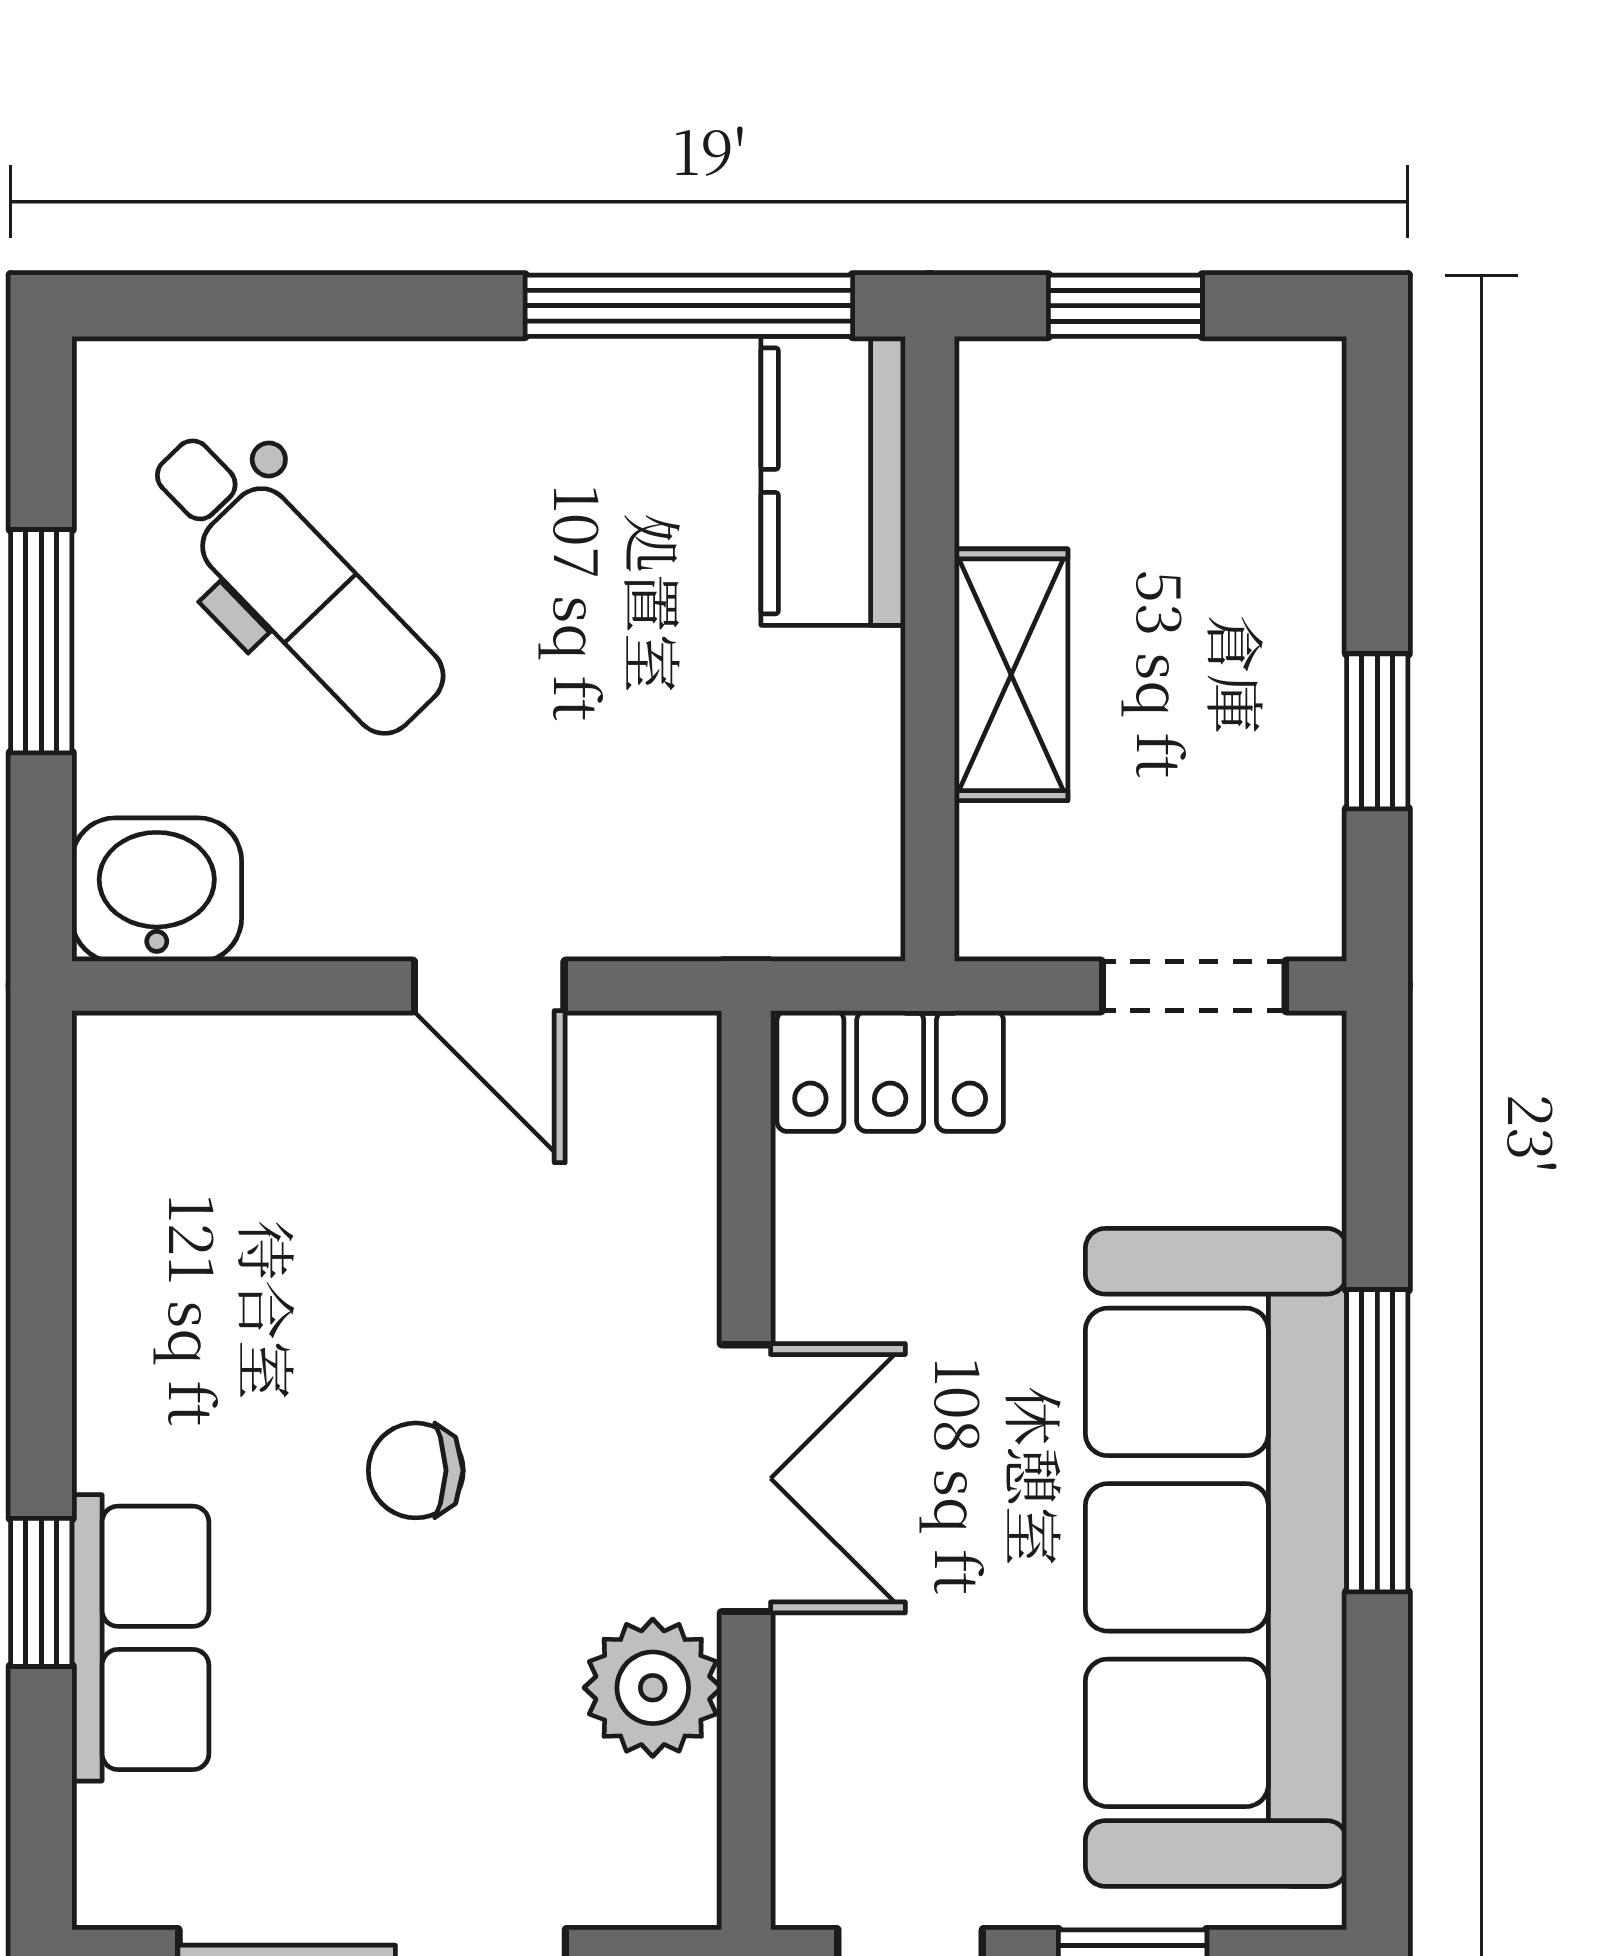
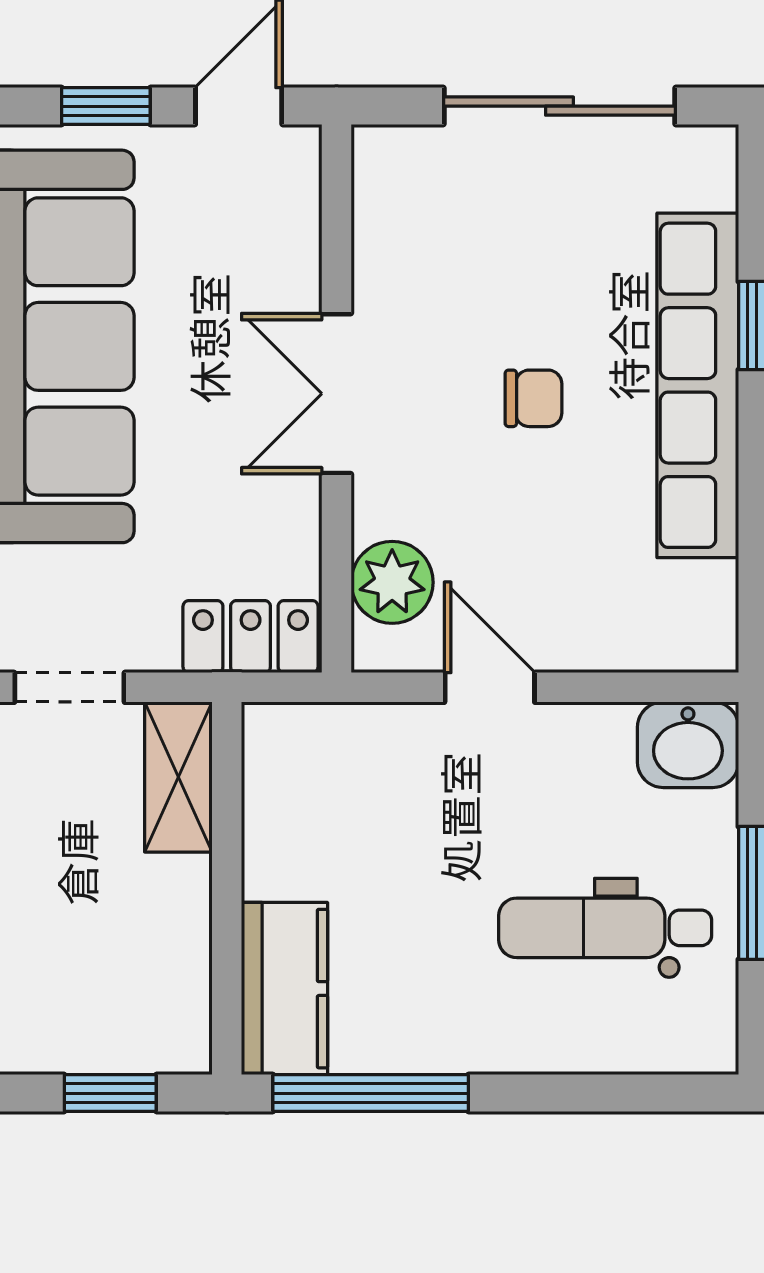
dental chair: (296, 583) -> (605, 928), turned -46
shelving: (1011, 675) -> (178, 777), moved
row of seats: (140, 1638) -> (698, 385), width x2.02
plant: (653, 1688) -> (392, 582), moved

